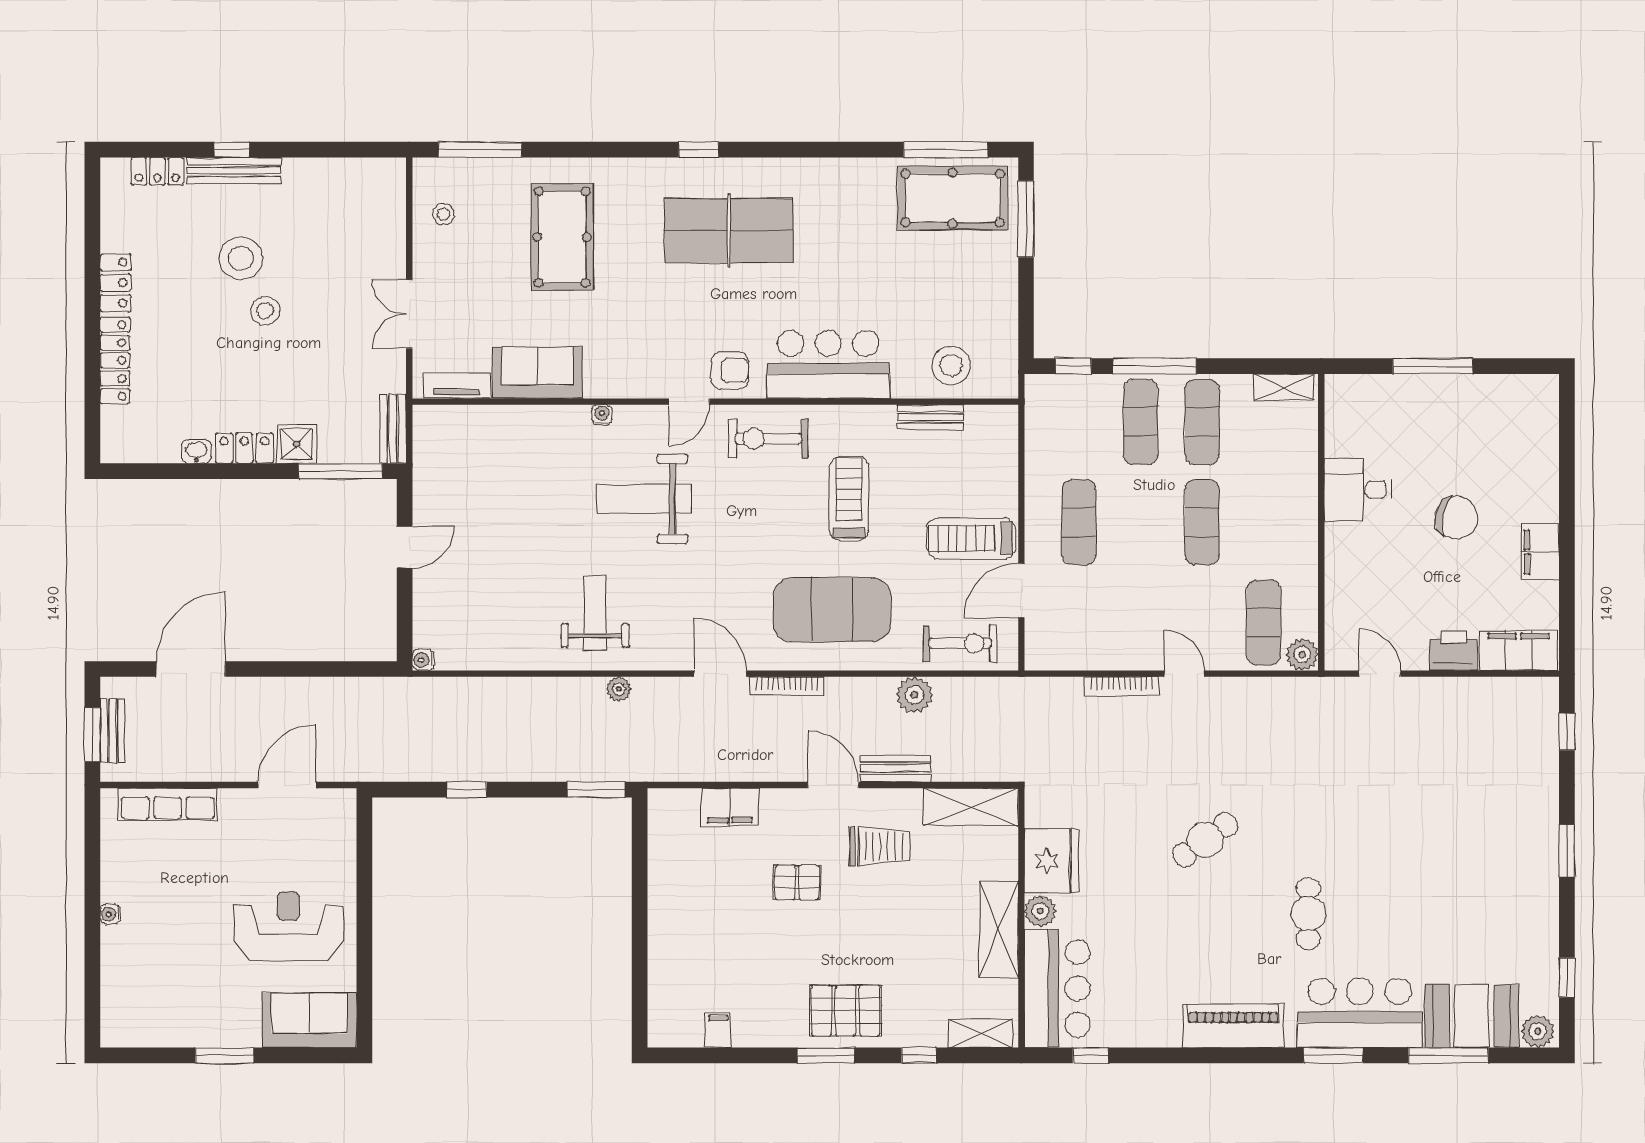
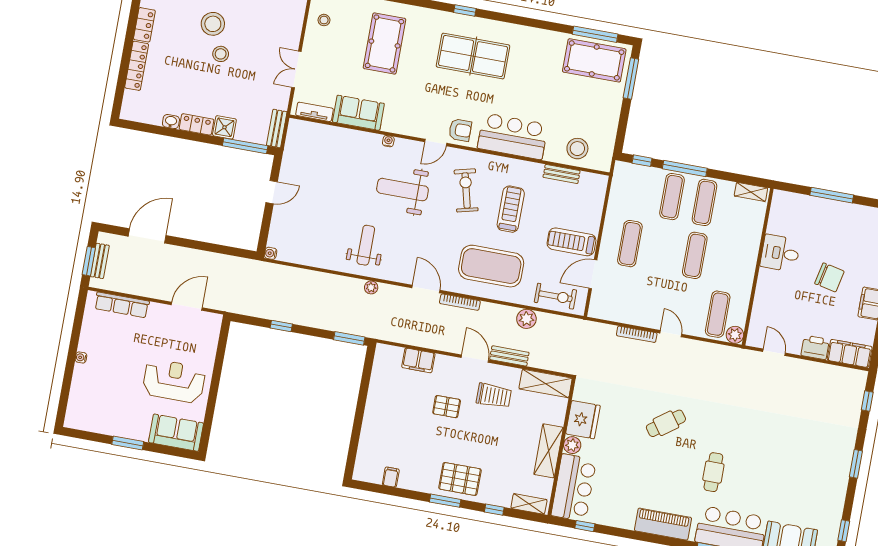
exercise bike: (768, 439) -> (466, 190), moved, turned 76

